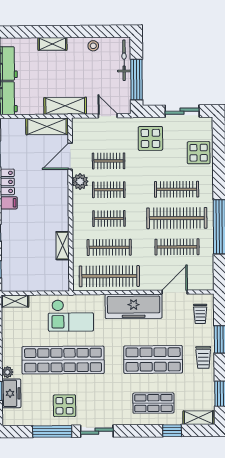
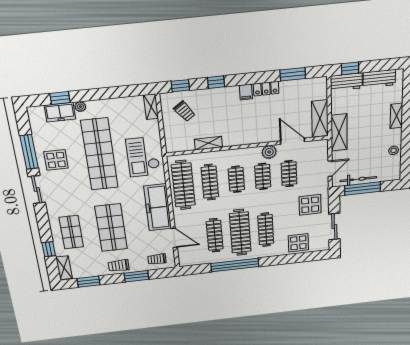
bicycle: (124, 60) -> (358, 179), moved
trolley: (24, 268) -> (184, 111), added

